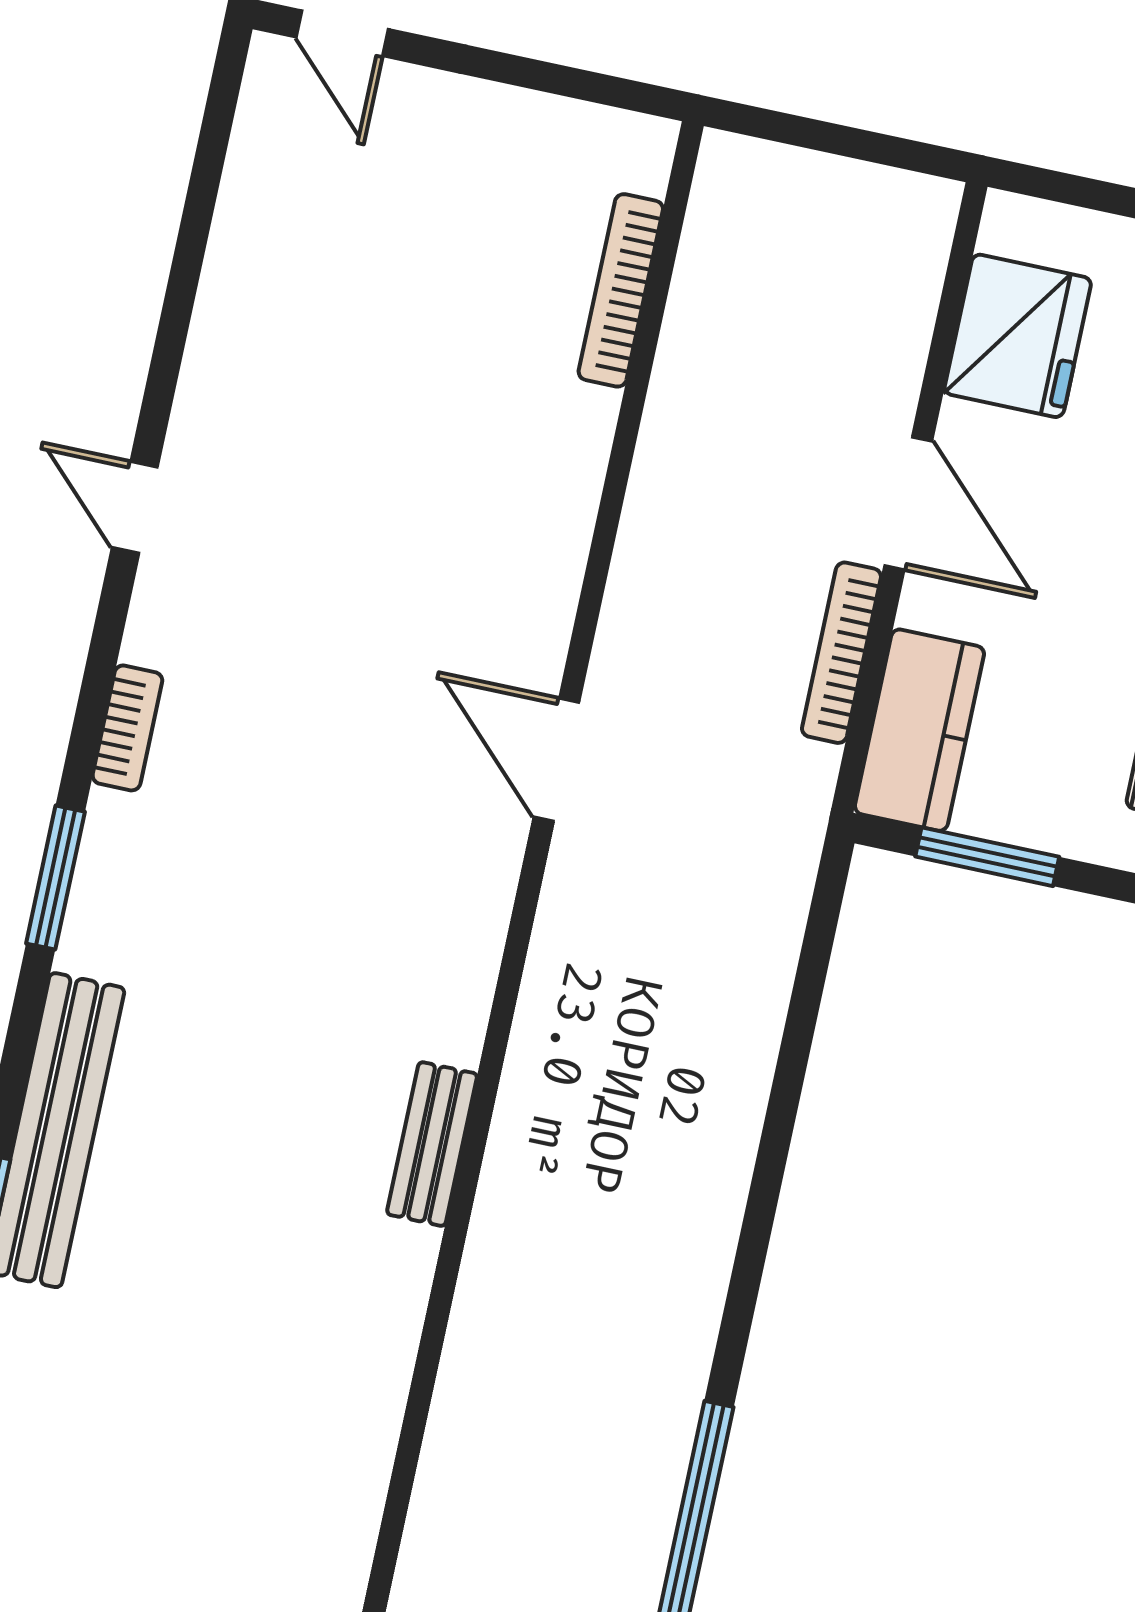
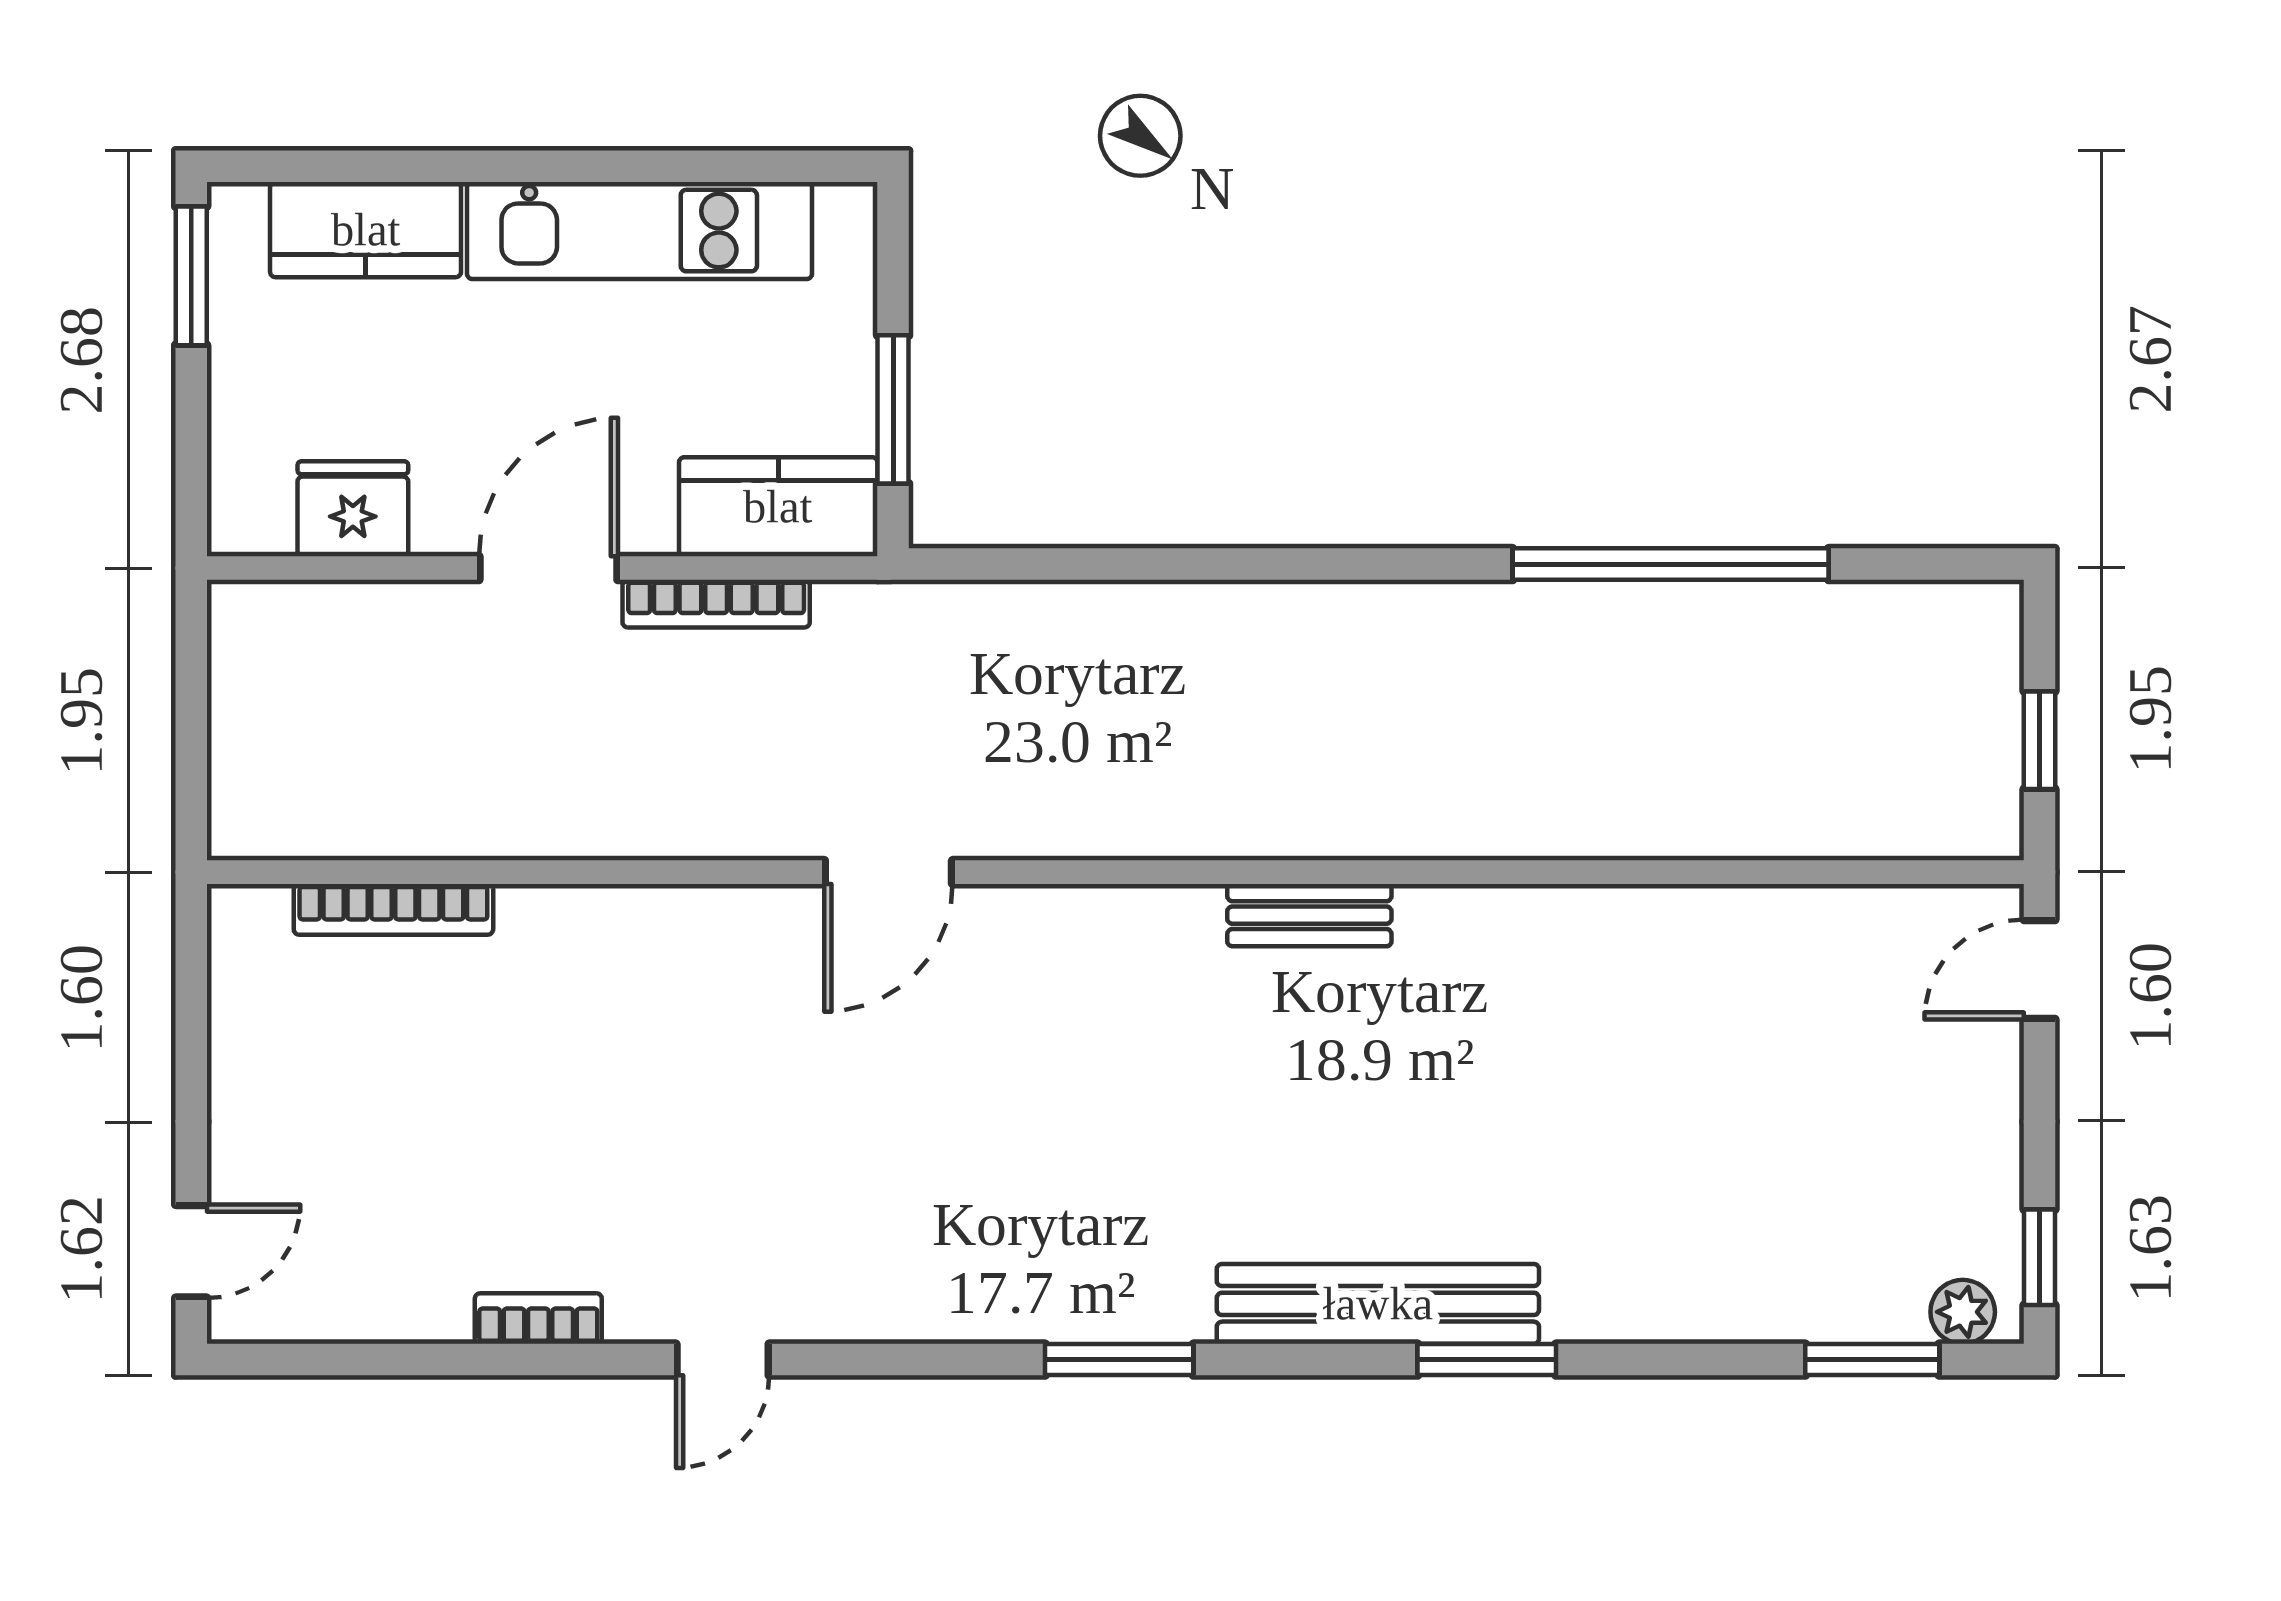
fridge: (1018, 336) -> (353, 509), width x0.73, depth x0.75
bookcase: (127, 728) -> (538, 1319), moved

